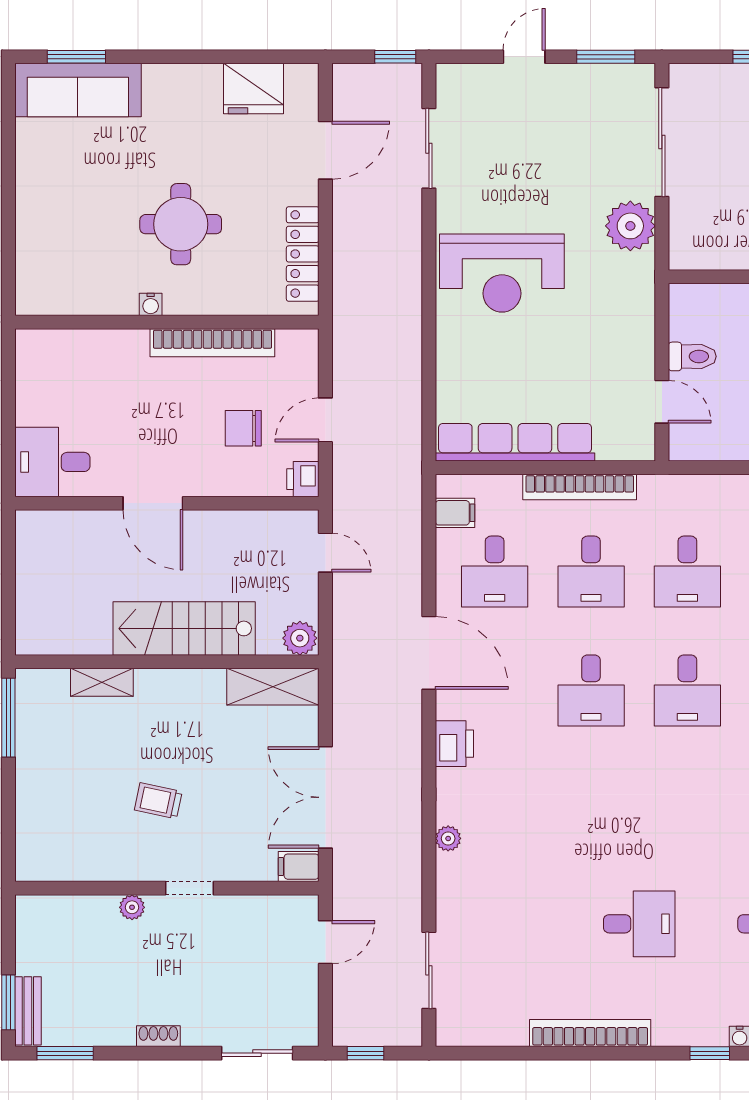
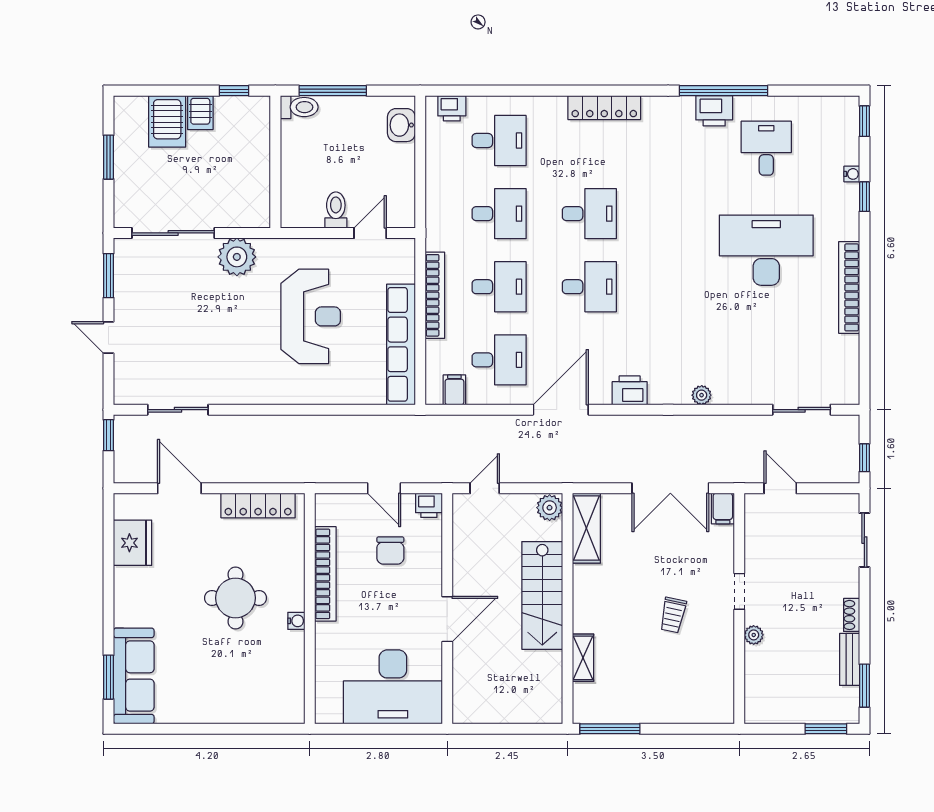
reception desk: (502, 273) -> (311, 316), moved
desk: (52, 462) -> (393, 687), width x1.87, depth x1.30
desk: (639, 924) -> (766, 250), width x1.87, depth x1.30
bench: (28, 1011) -> (850, 659), moved, turned 90

